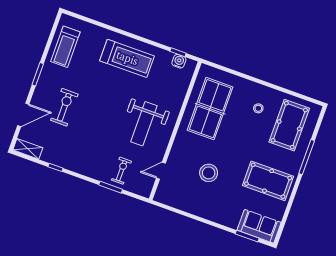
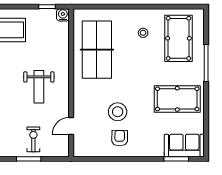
water cooler: (179, 61) -> (63, 15), moved
weight bench: (144, 124) -> (39, 87), width x0.73, depth x0.75
armchair: (202, 198) -> (120, 138), added

